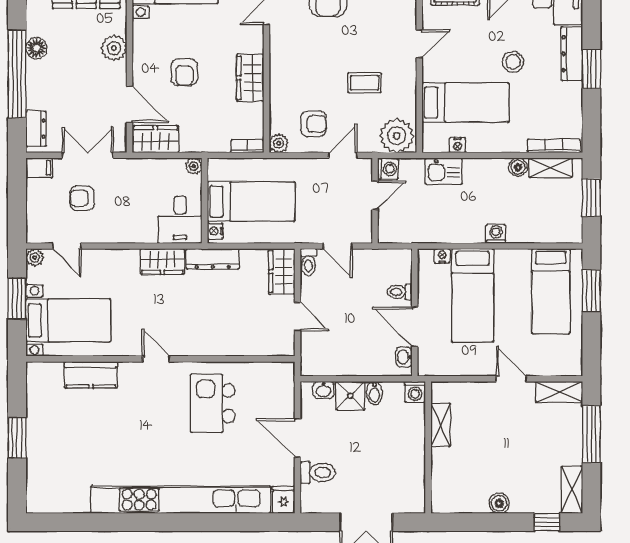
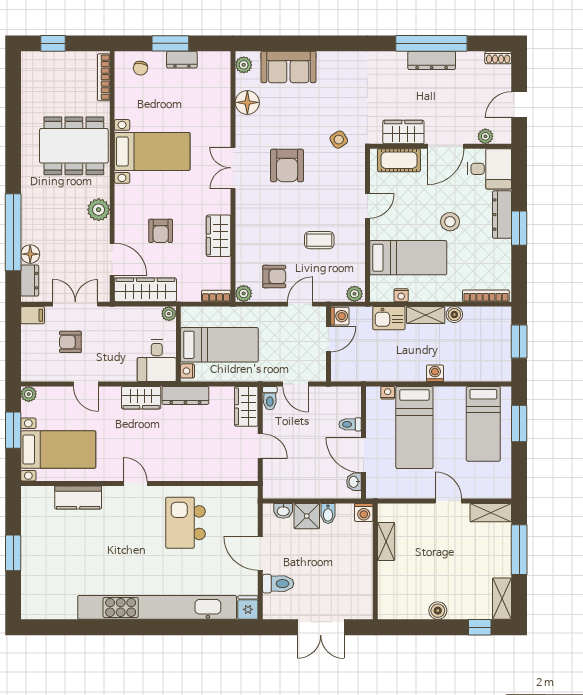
floor lamp: (36, 48) -> (30, 254), moved
plant: (397, 136) -> (354, 294), width x0.53, depth x0.53
wardrobe: (155, 139) -> (145, 290), width x1.50
shelving: (551, 168) -> (426, 315), moved
door: (67, 246) -> (86, 384), moved

